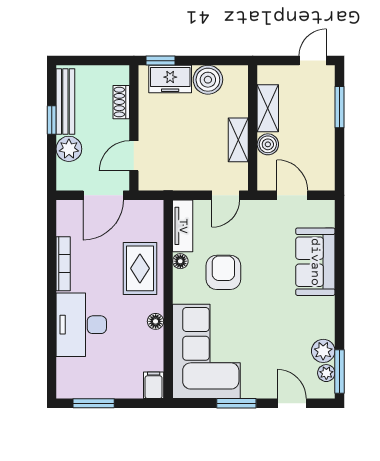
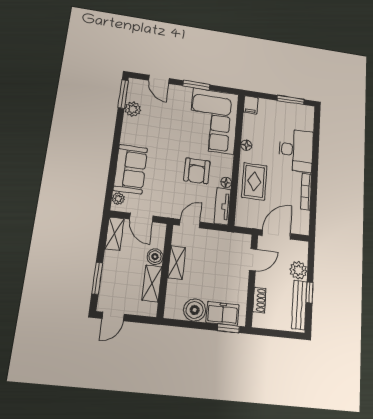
shelving: (325, 169) -> (115, 234), added
plant: (326, 373) -> (118, 199), moved

